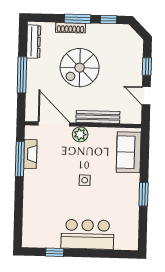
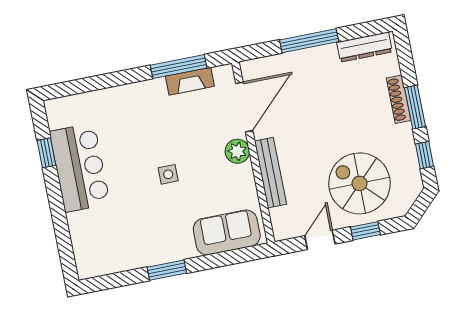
spiral stairs: (80, 68) -> (359, 183), moved
bar counter: (87, 234) -> (80, 168), moved

